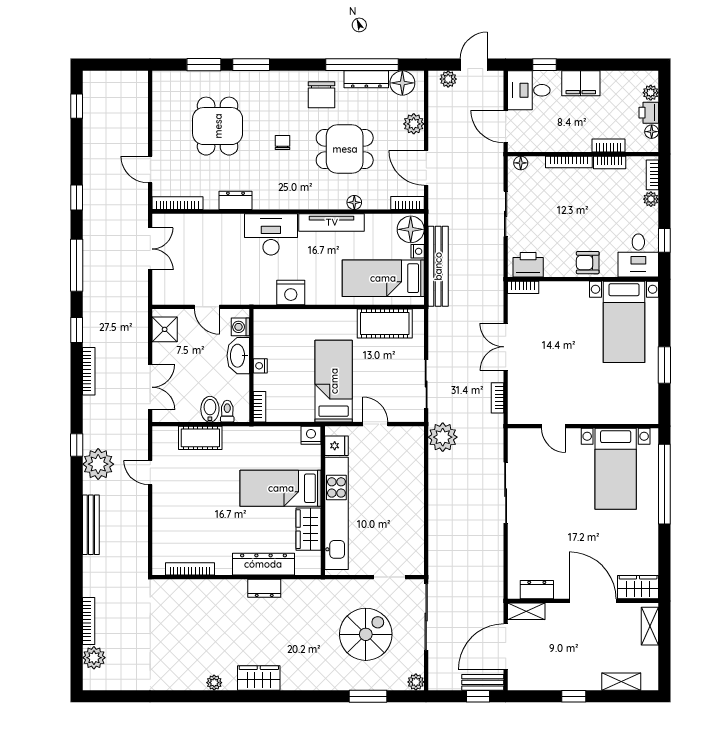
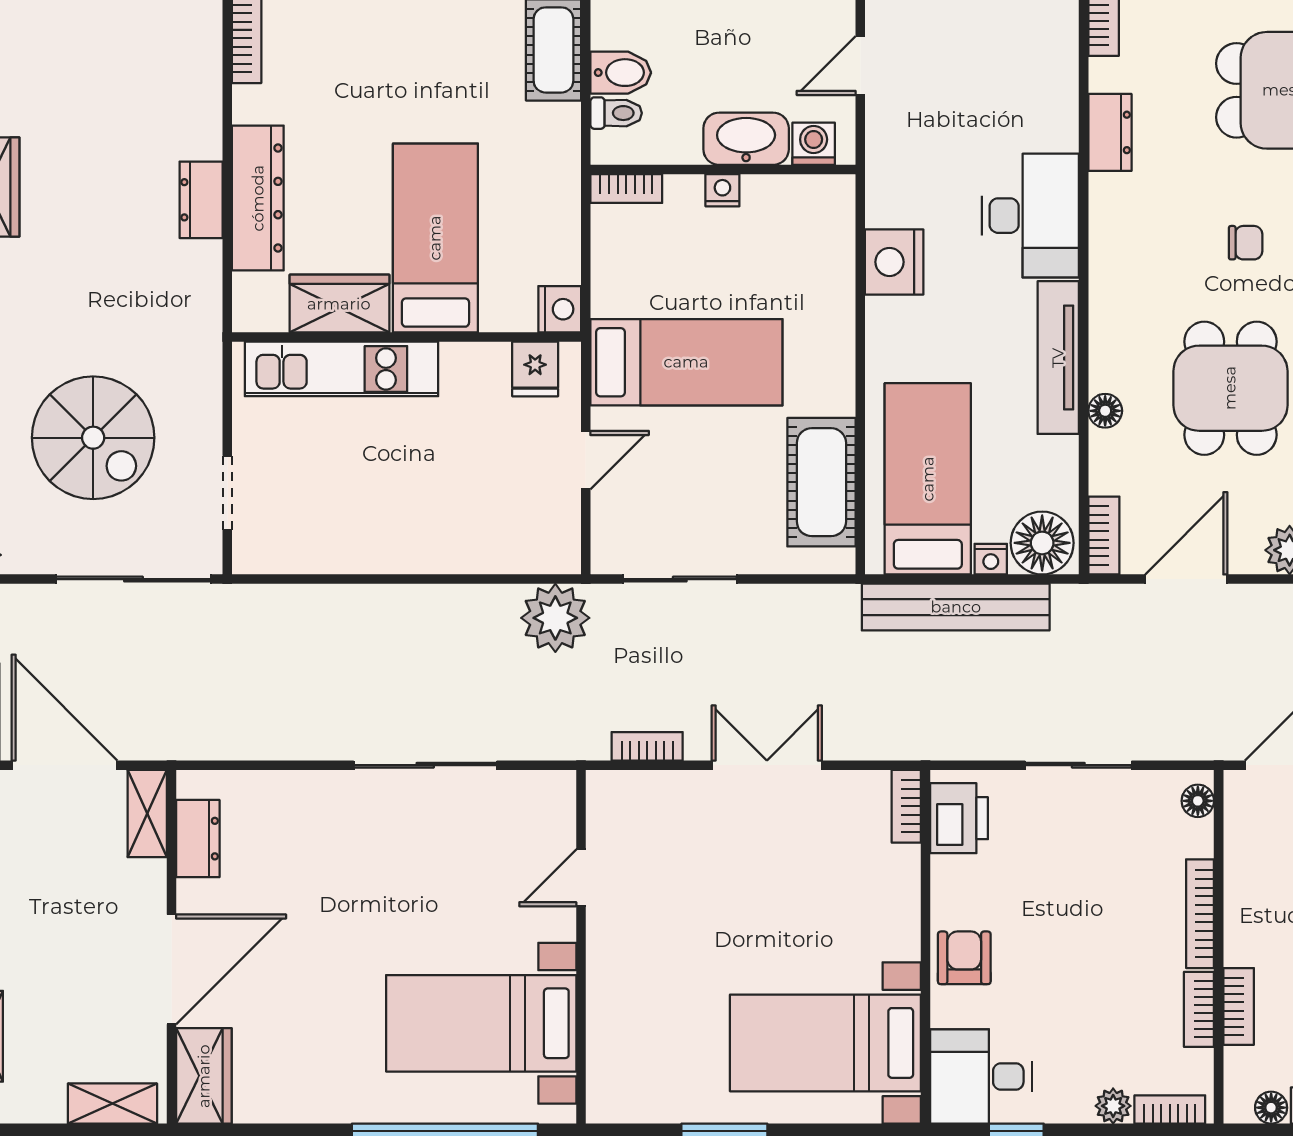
kitchen unit: (336, 513) -> (341, 369), width x0.73

